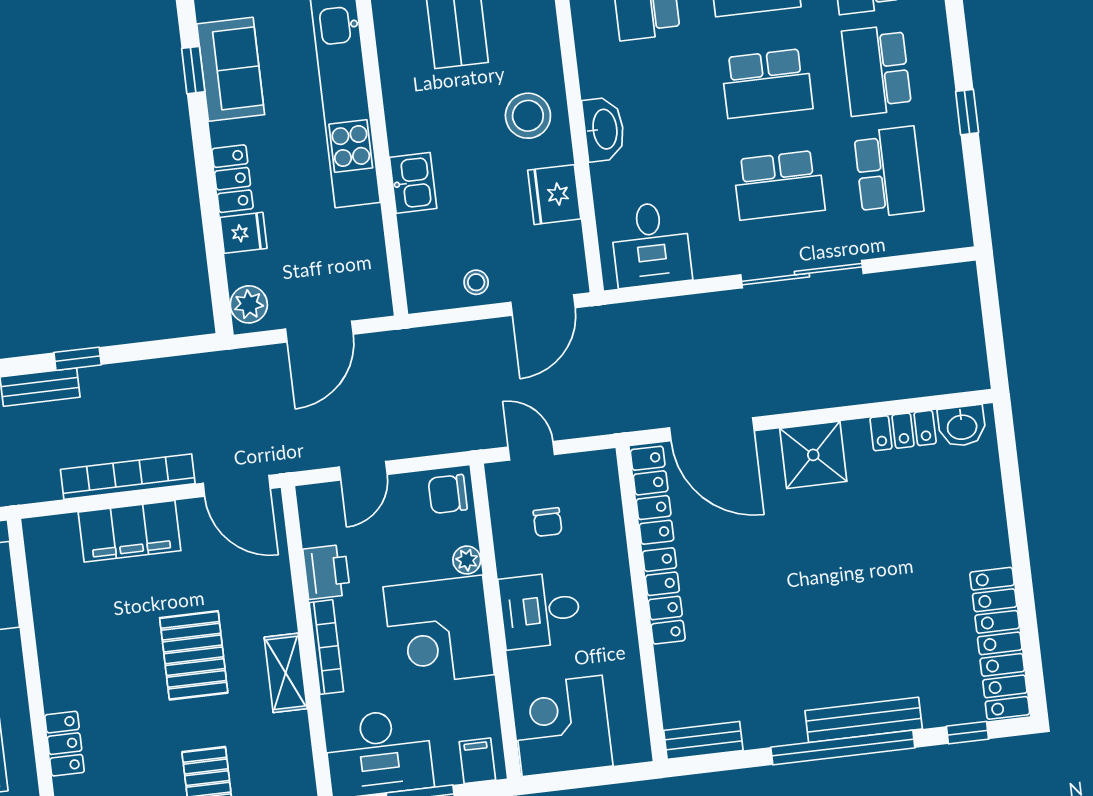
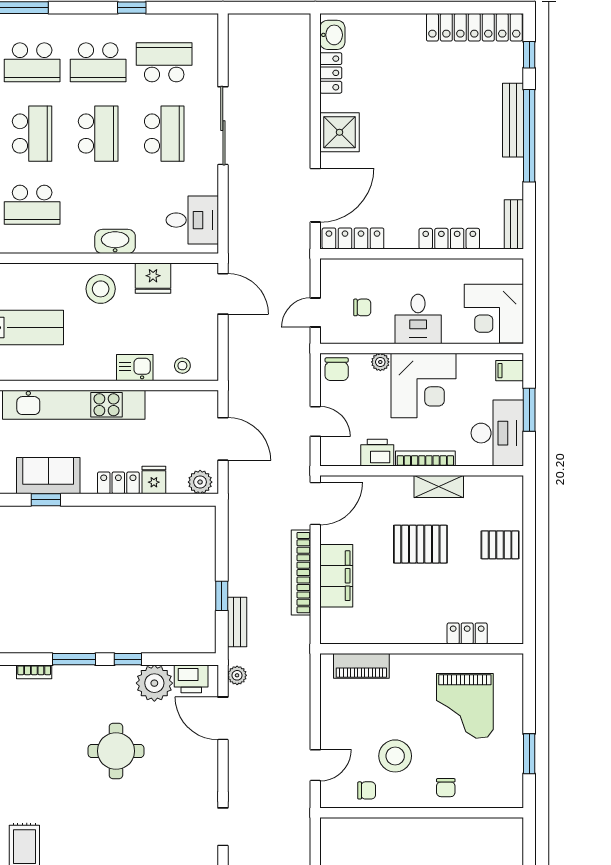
stool: (476, 282) -> (182, 366), moved
locker: (664, 596) -> (449, 239), moved

